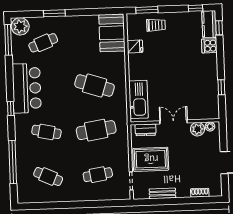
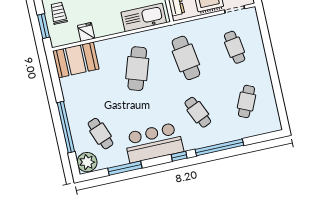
window: (54, 13) -> (66, 127), width x2.11
window: (8, 40) -> (125, 168), moved
cafe table: (46, 132) -> (198, 112), turned -36
window: (13, 162) -> (219, 147), moved

